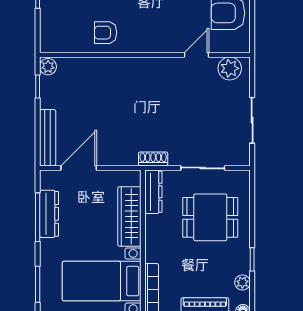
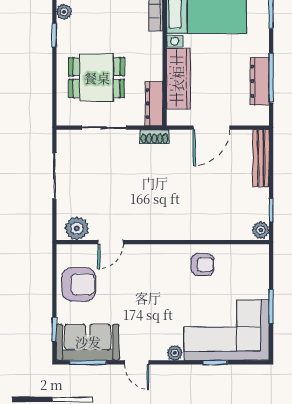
door: (79, 168) -> (211, 128), moved

